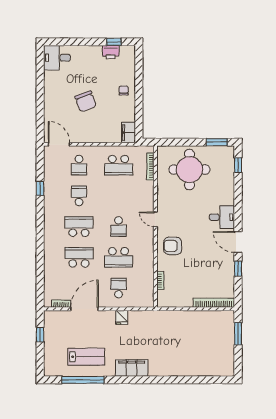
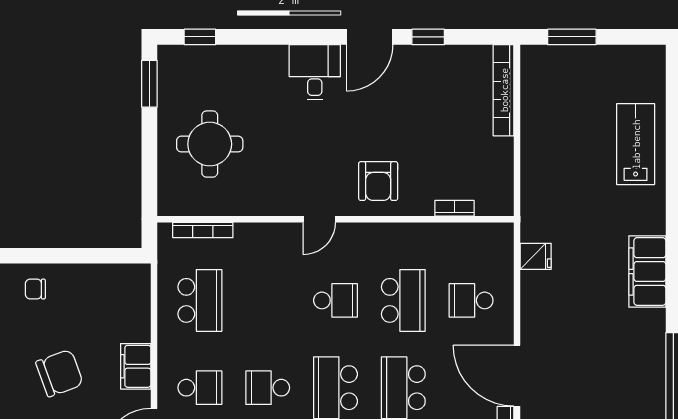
filing cabinet: (128, 133) -> (136, 366), moved, turned 90
round table: (189, 170) -> (210, 144), width x0.73, depth x0.73
fridge: (122, 317) -> (536, 256), moved
lab bench: (86, 357) -> (636, 144), moved

